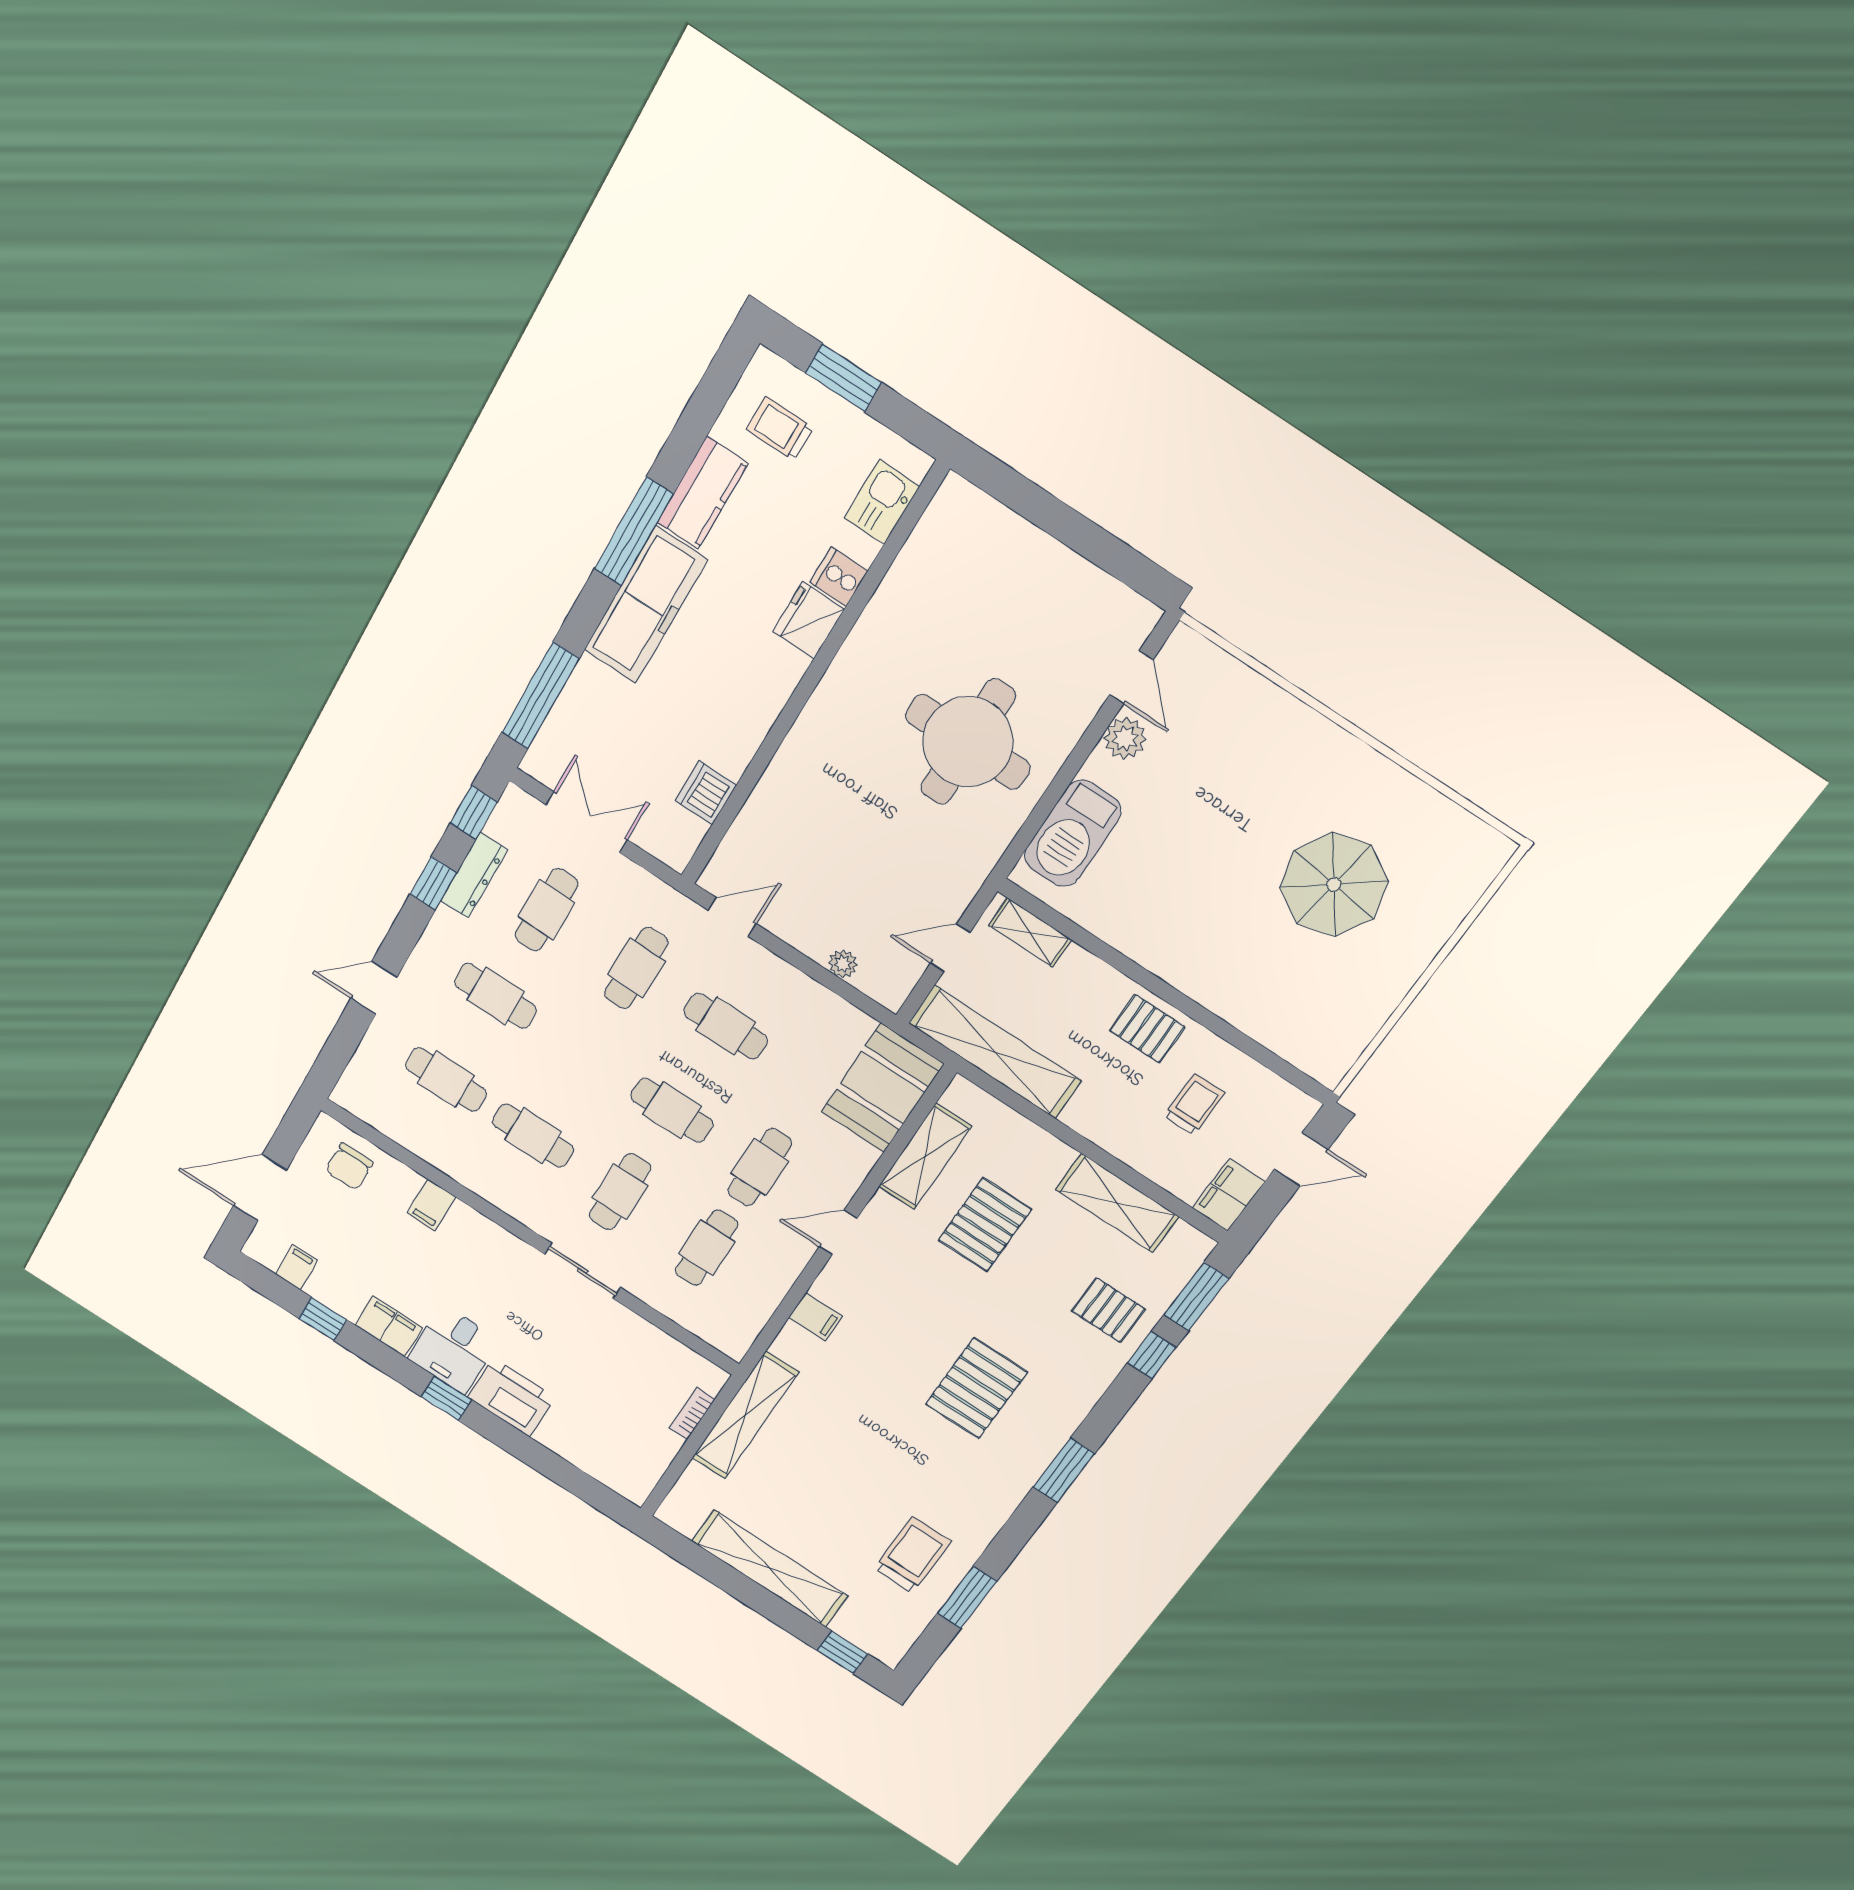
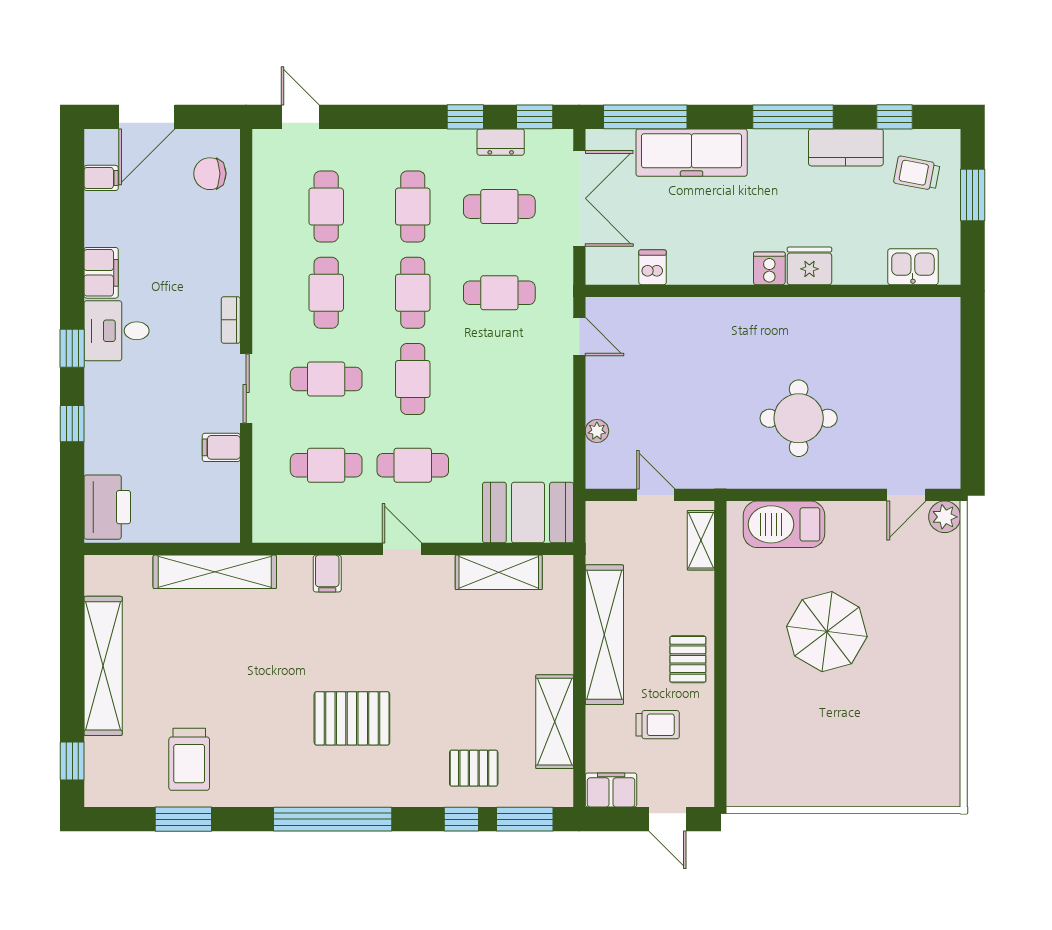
window: (701, 413) -> (894, 117), added
trolley: (780, 429) -> (917, 173), turned -79
cooker: (839, 577) -> (769, 268), moved
freezer: (646, 605) -> (692, 153), moved
plant: (1125, 738) -> (945, 517), moved
round table: (968, 742) -> (799, 418), width x0.73, depth x0.73
dishwasher: (706, 793) -> (653, 267), width x0.73
double door: (587, 822) -> (579, 198), width x1.37
dresser: (474, 875) -> (501, 142), width x0.70
parasol: (1334, 885) -> (827, 632), moved
door: (374, 988) -> (300, 117), moved
cafe table: (726, 1026) -> (413, 293), moved
shelving: (995, 1052) -> (604, 635), moved
door: (260, 1188) -> (147, 117), swing flipped
filing cabinet: (431, 1205) -> (221, 447), moved
pallet: (985, 1225) -> (477, 645), removed
pallet: (1108, 1310) -> (474, 768), turned 90
window: (323, 1319) -> (72, 424), moved
printer: (511, 1397) -> (107, 507), moved
bookcase: (692, 1414) -> (231, 320), moved, turned -90
window: (1064, 1470) -> (333, 819), width x2.11
trolley: (913, 1555) -> (189, 759), turned 90

